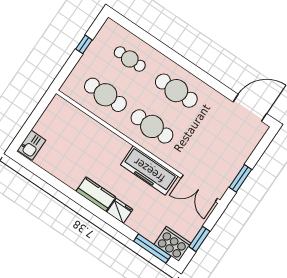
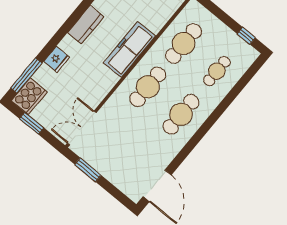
window: (84, 44) -> (246, 36), moved
freezer: (149, 170) -> (129, 49), moved
fridge: (120, 211) -> (57, 59), moved

